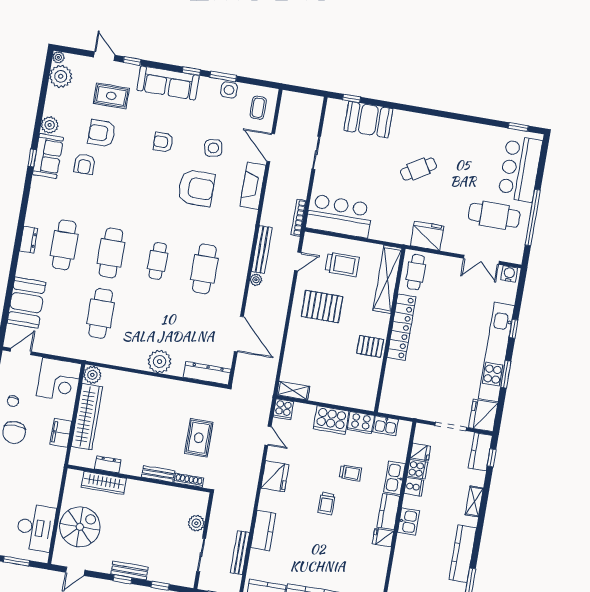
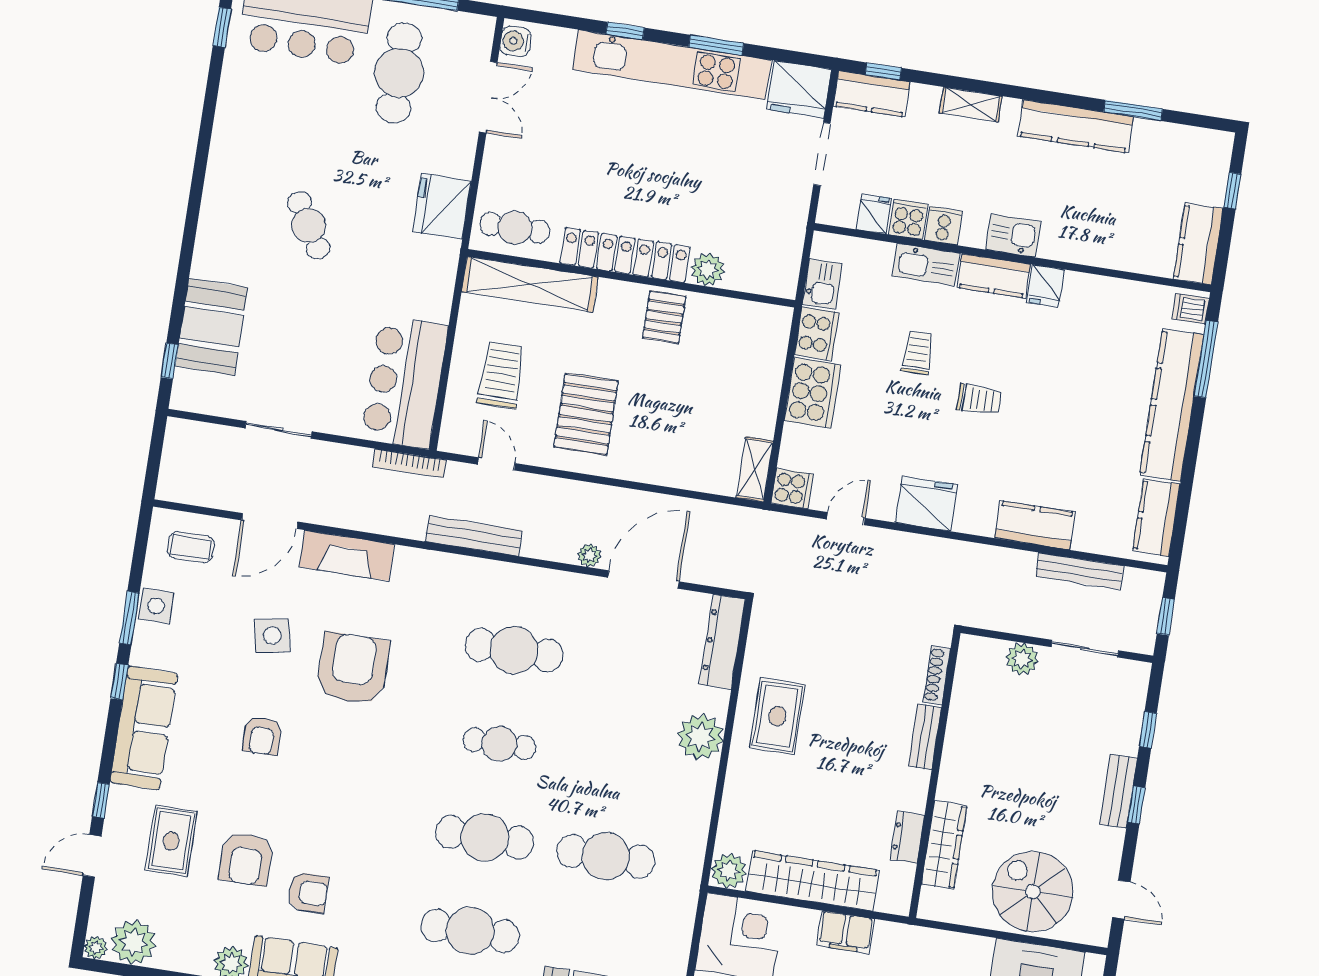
plant: (256, 280) -> (589, 555), moved
plant: (394, 368) -> (708, 269), added
rug: (199, 438) -> (777, 716), moved, turned 90

